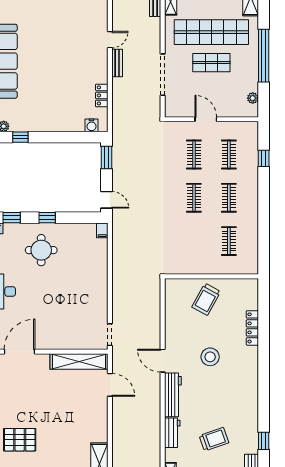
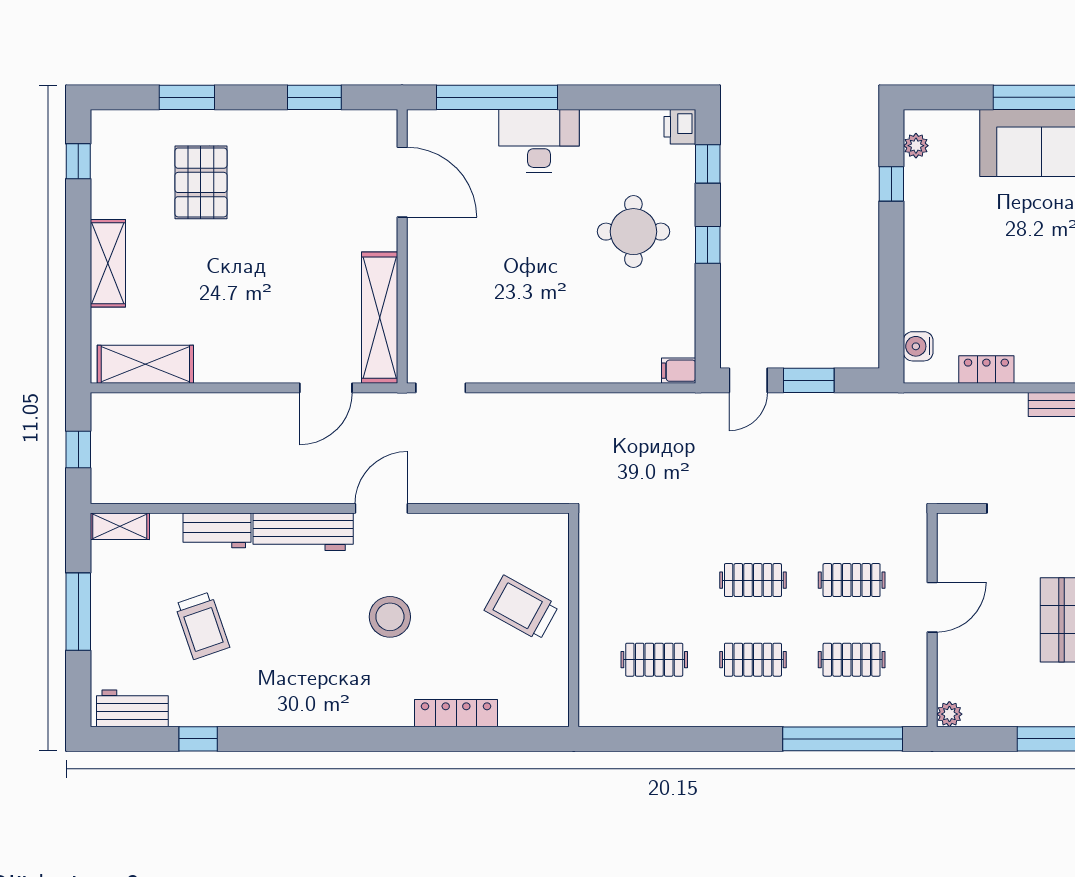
plant: (253, 98) -> (949, 714), moved
window: (106, 157) -> (809, 380), moved
window: (264, 158) -> (843, 739), width x3.17

